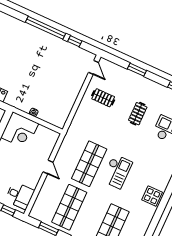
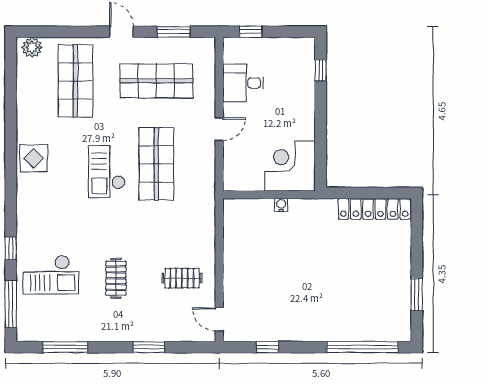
window: (45, 28) -> (362, 347), moved
door: (48, 167) -> (219, 129), swing flipped
desk: (20, 195) -> (243, 83), moved
shop shelf: (69, 207) -> (156, 81), turned 90

